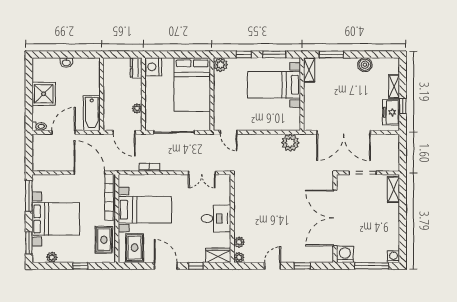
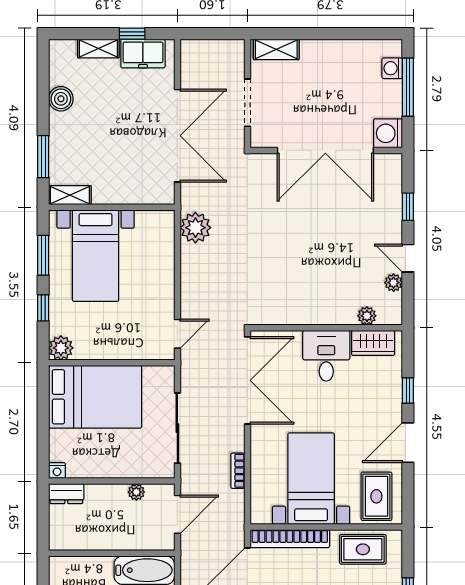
nightstand: (153, 67) -> (57, 470), width x0.53, depth x0.56
double door: (202, 173) -> (247, 380), width x1.87
rug: (135, 248) -> (376, 496), turned 90
wardrobe: (218, 255) -> (373, 343), moved, turned -90
plant: (239, 257) -> (394, 283), moved
washing machine: (393, 257) -> (392, 68), moved

